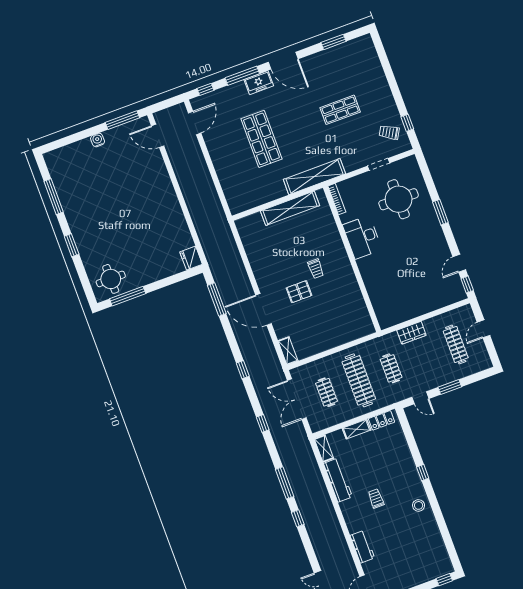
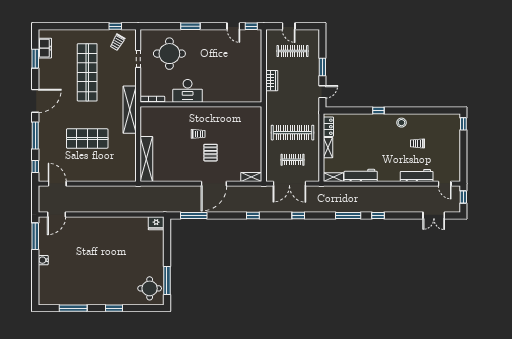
freezer: (259, 83) -> (45, 48), moved
shop shelf: (340, 110) -> (87, 72), width x2.00, depth x1.36
shelving: (290, 208) -> (146, 159), moved
clothes rail: (391, 368) -> (293, 105), removed
trolley: (376, 499) -> (418, 143), moved
workbench: (362, 547) -> (417, 175), width x1.37

